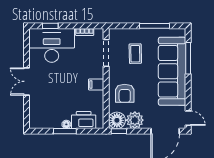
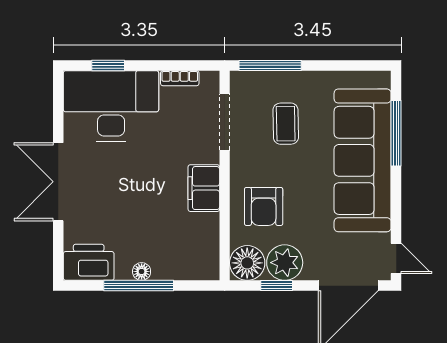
window: (155, 26) -> (270, 65), moved
double door: (26, 81) -> (58, 182), width x1.37
filing cabinet: (96, 84) -> (204, 188), width x2.00
printer: (84, 120) -> (89, 262), moved
window: (65, 131) -> (139, 286), width x1.44
window: (119, 131) -> (277, 286), moved

